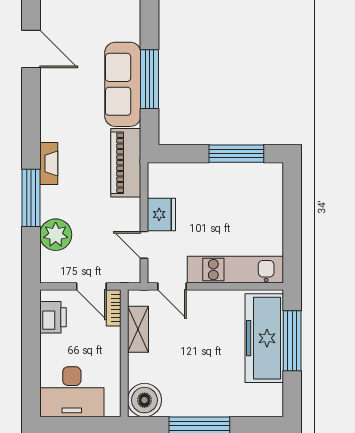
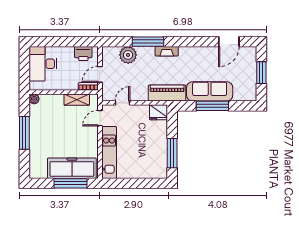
fridge: (161, 214) -> (158, 112), moved
boiler: (144, 400) -> (34, 99), width x0.54, depth x0.54

